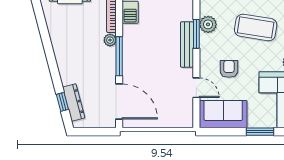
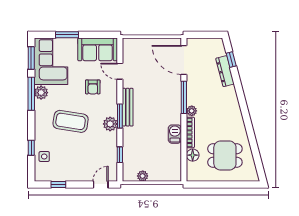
dresser: (74, 102) -> (225, 71), moved

